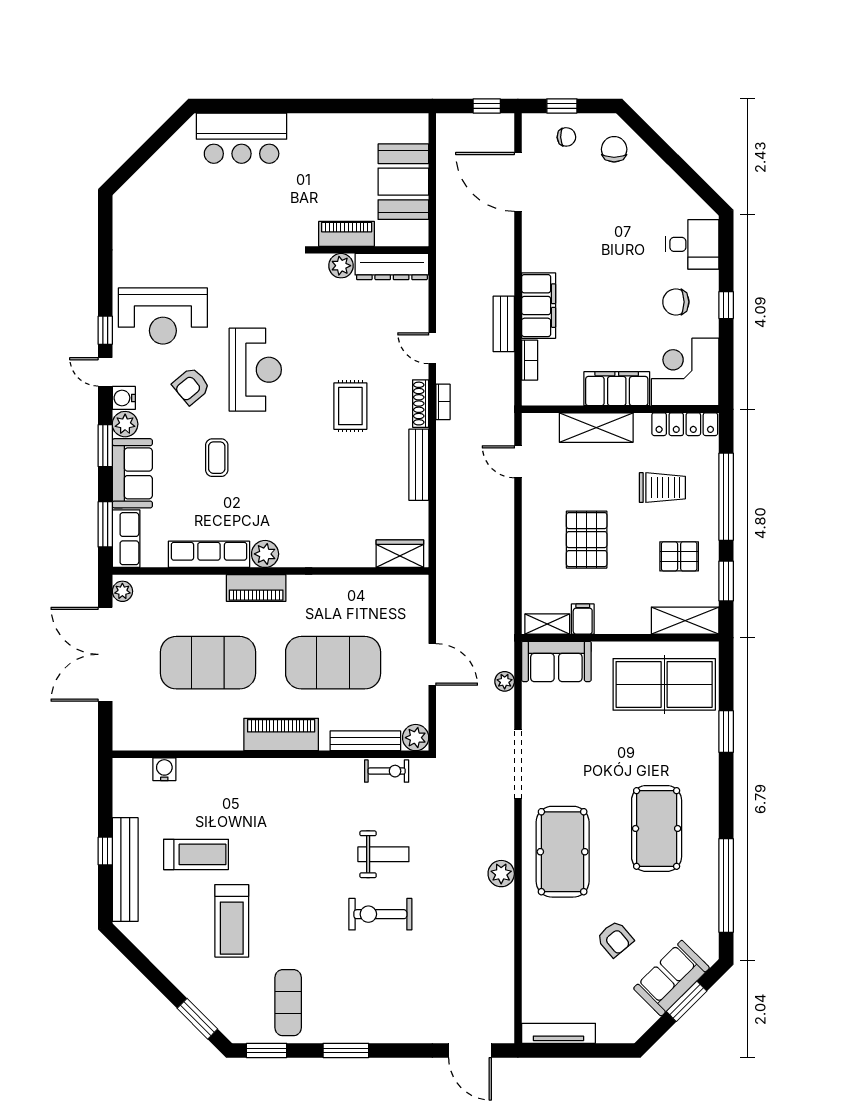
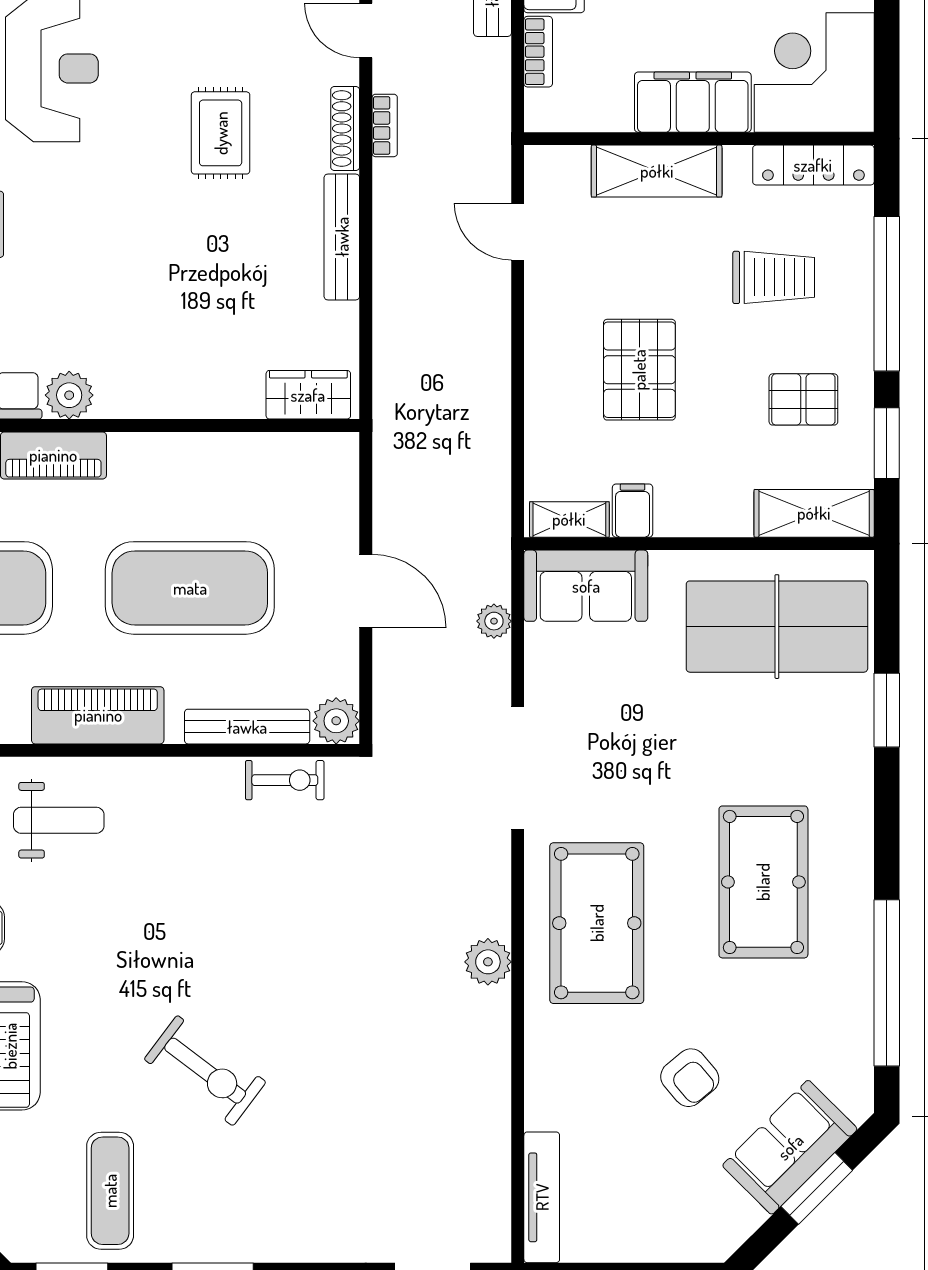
weight bench: (383, 854) -> (59, 820), moved
exercise bike: (380, 914) -> (205, 1071), moved, turned -143
tv unit: (558, 1033) -> (542, 1197), moved, turned 90

